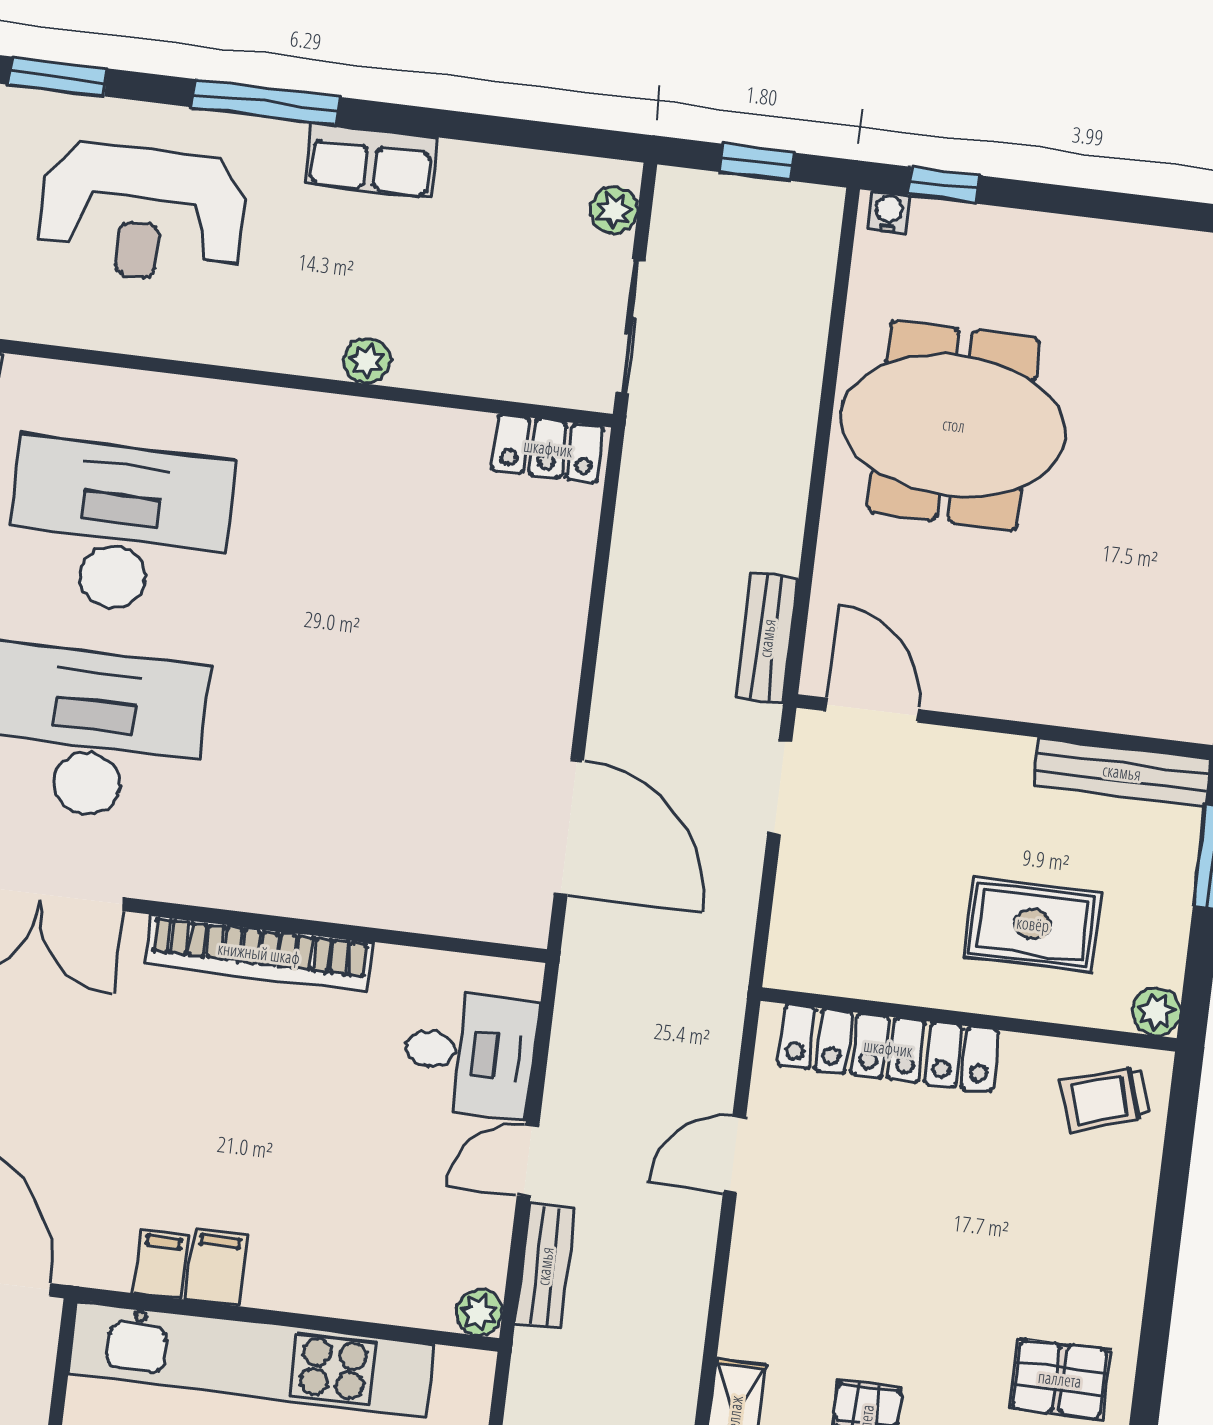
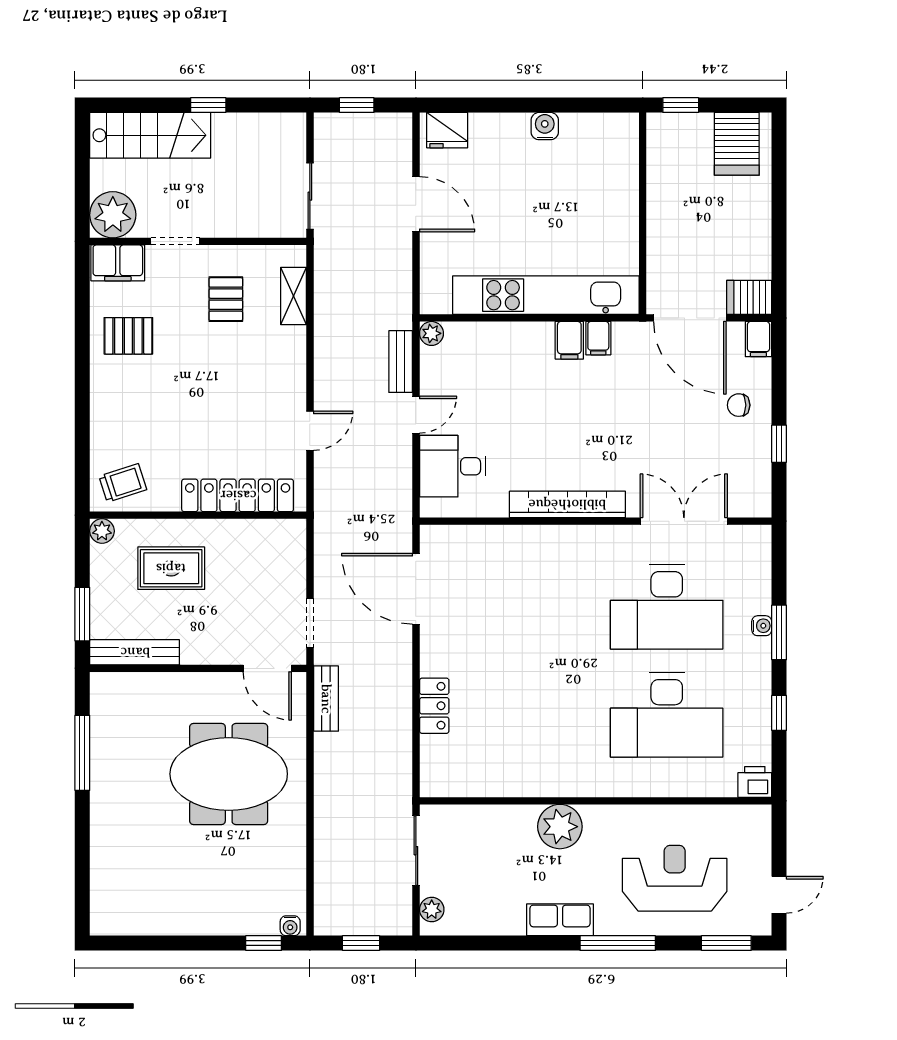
plant: (367, 361) -> (560, 827), width x1.88, depth x1.88
meeting table: (954, 425) -> (229, 774), moved
locker: (548, 448) -> (434, 706), moved, turned 90

